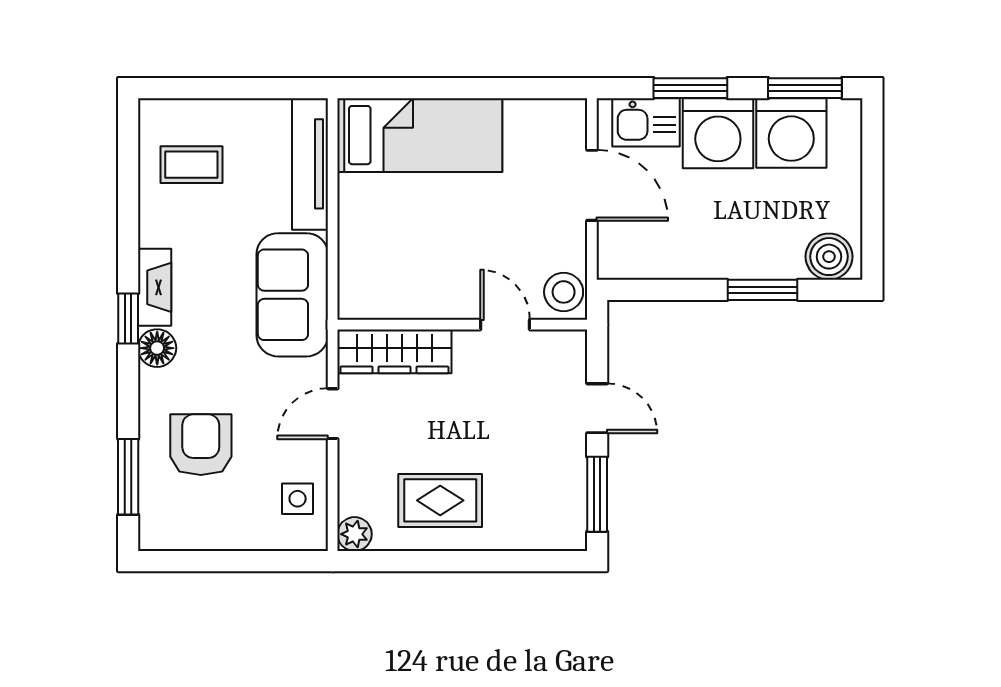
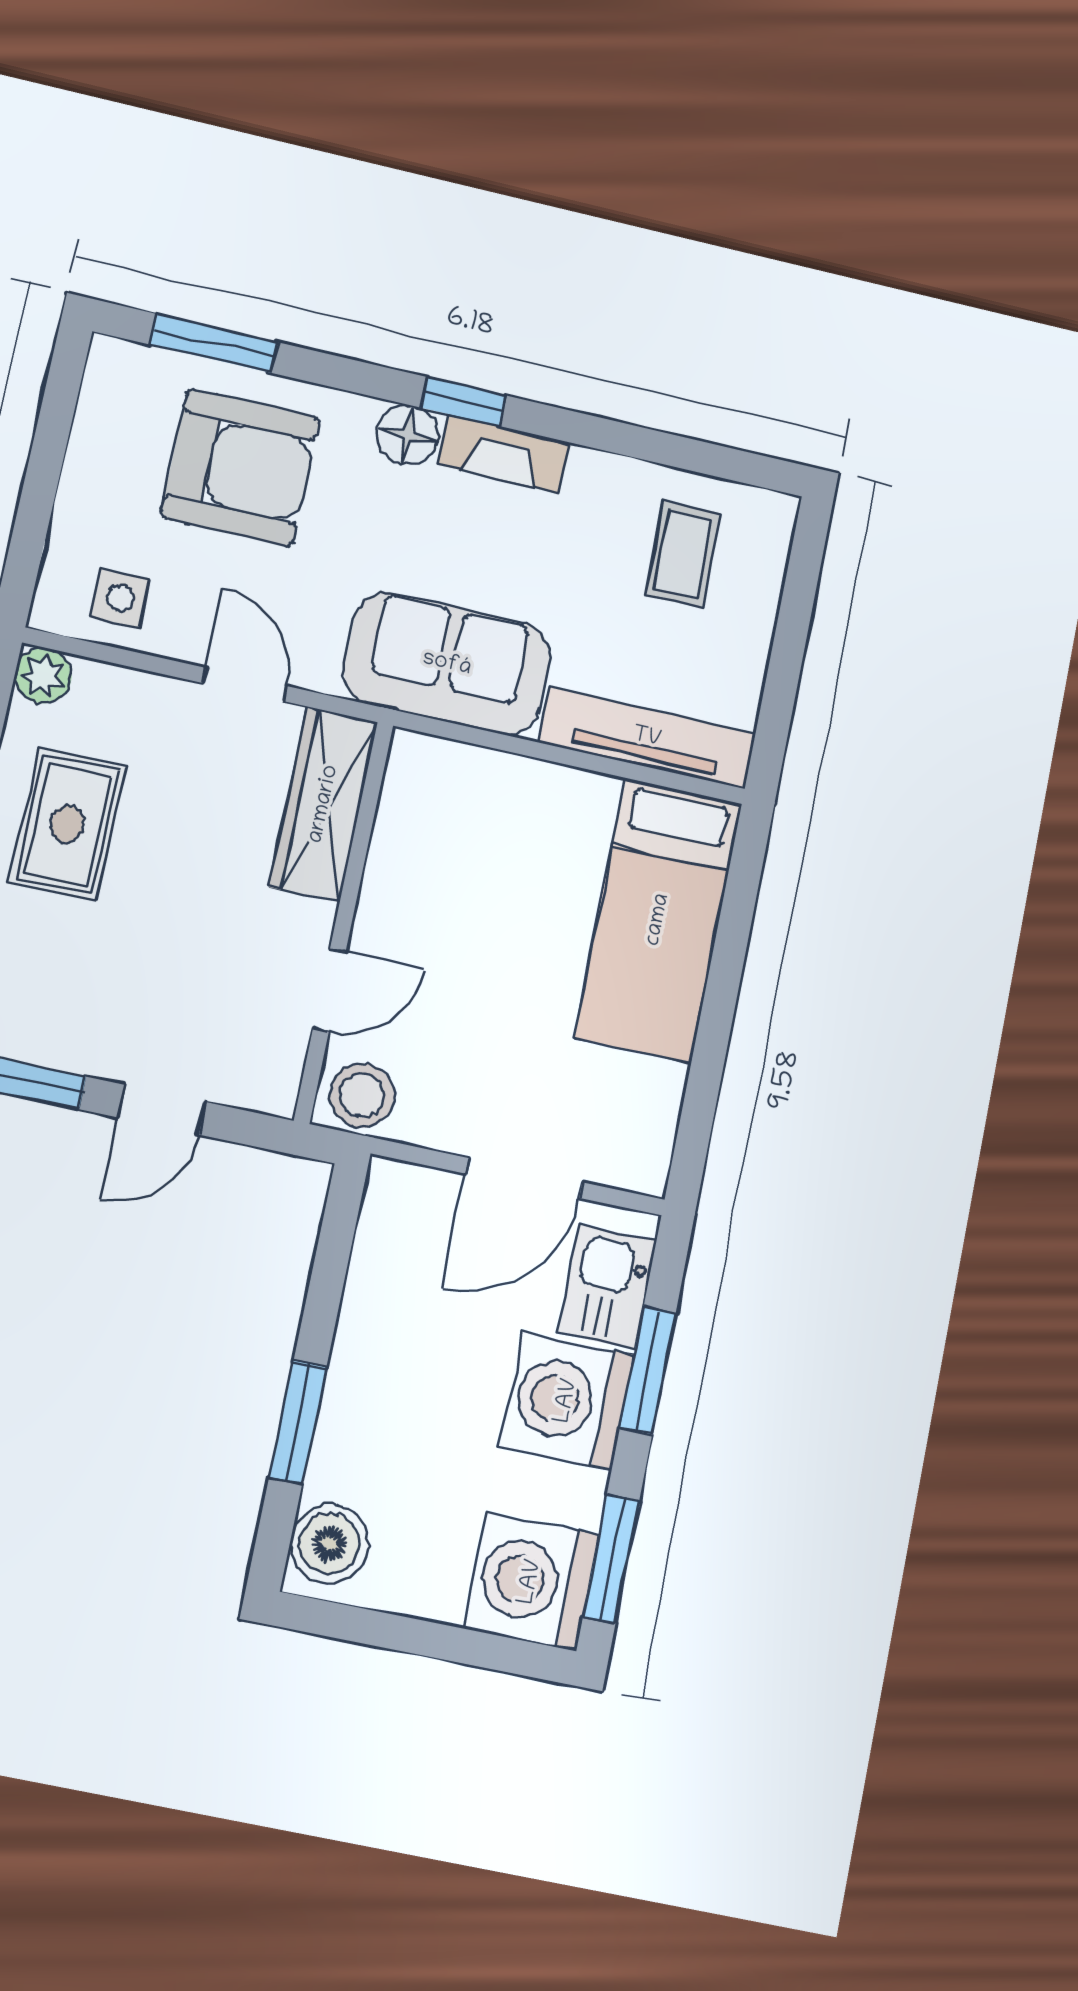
washing machine: (791, 133) -> (531, 1582), moved
armchair: (201, 445) -> (240, 467), width x1.36, depth x1.36

